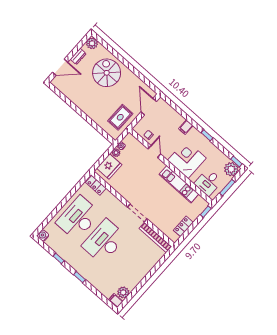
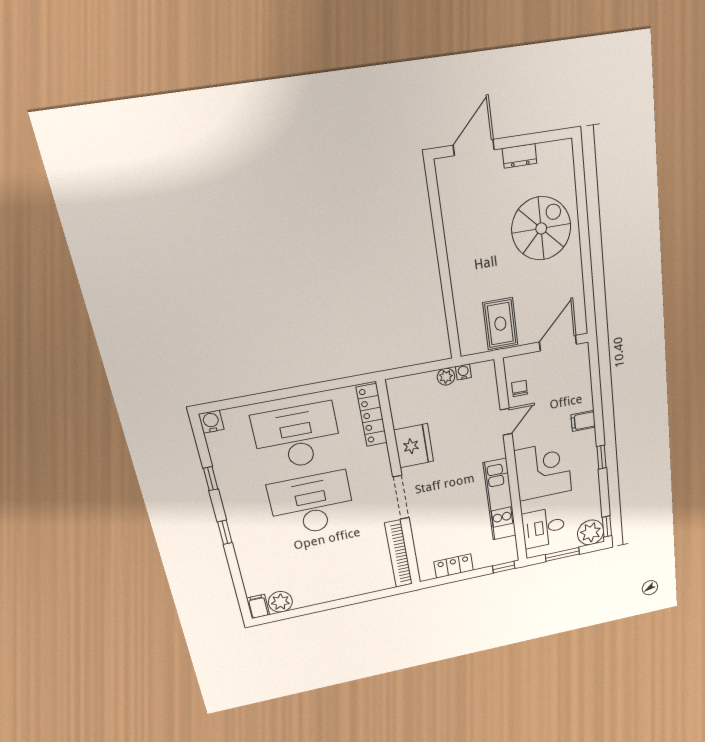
plant: (92, 43) -> (561, 153), removed
door: (60, 67) -> (474, 148), swing flipped
rug: (120, 117) -> (500, 324), turned 90
fridge: (109, 166) -> (414, 446), moved, turned -90
locker: (96, 185) -> (372, 415), width x1.53

